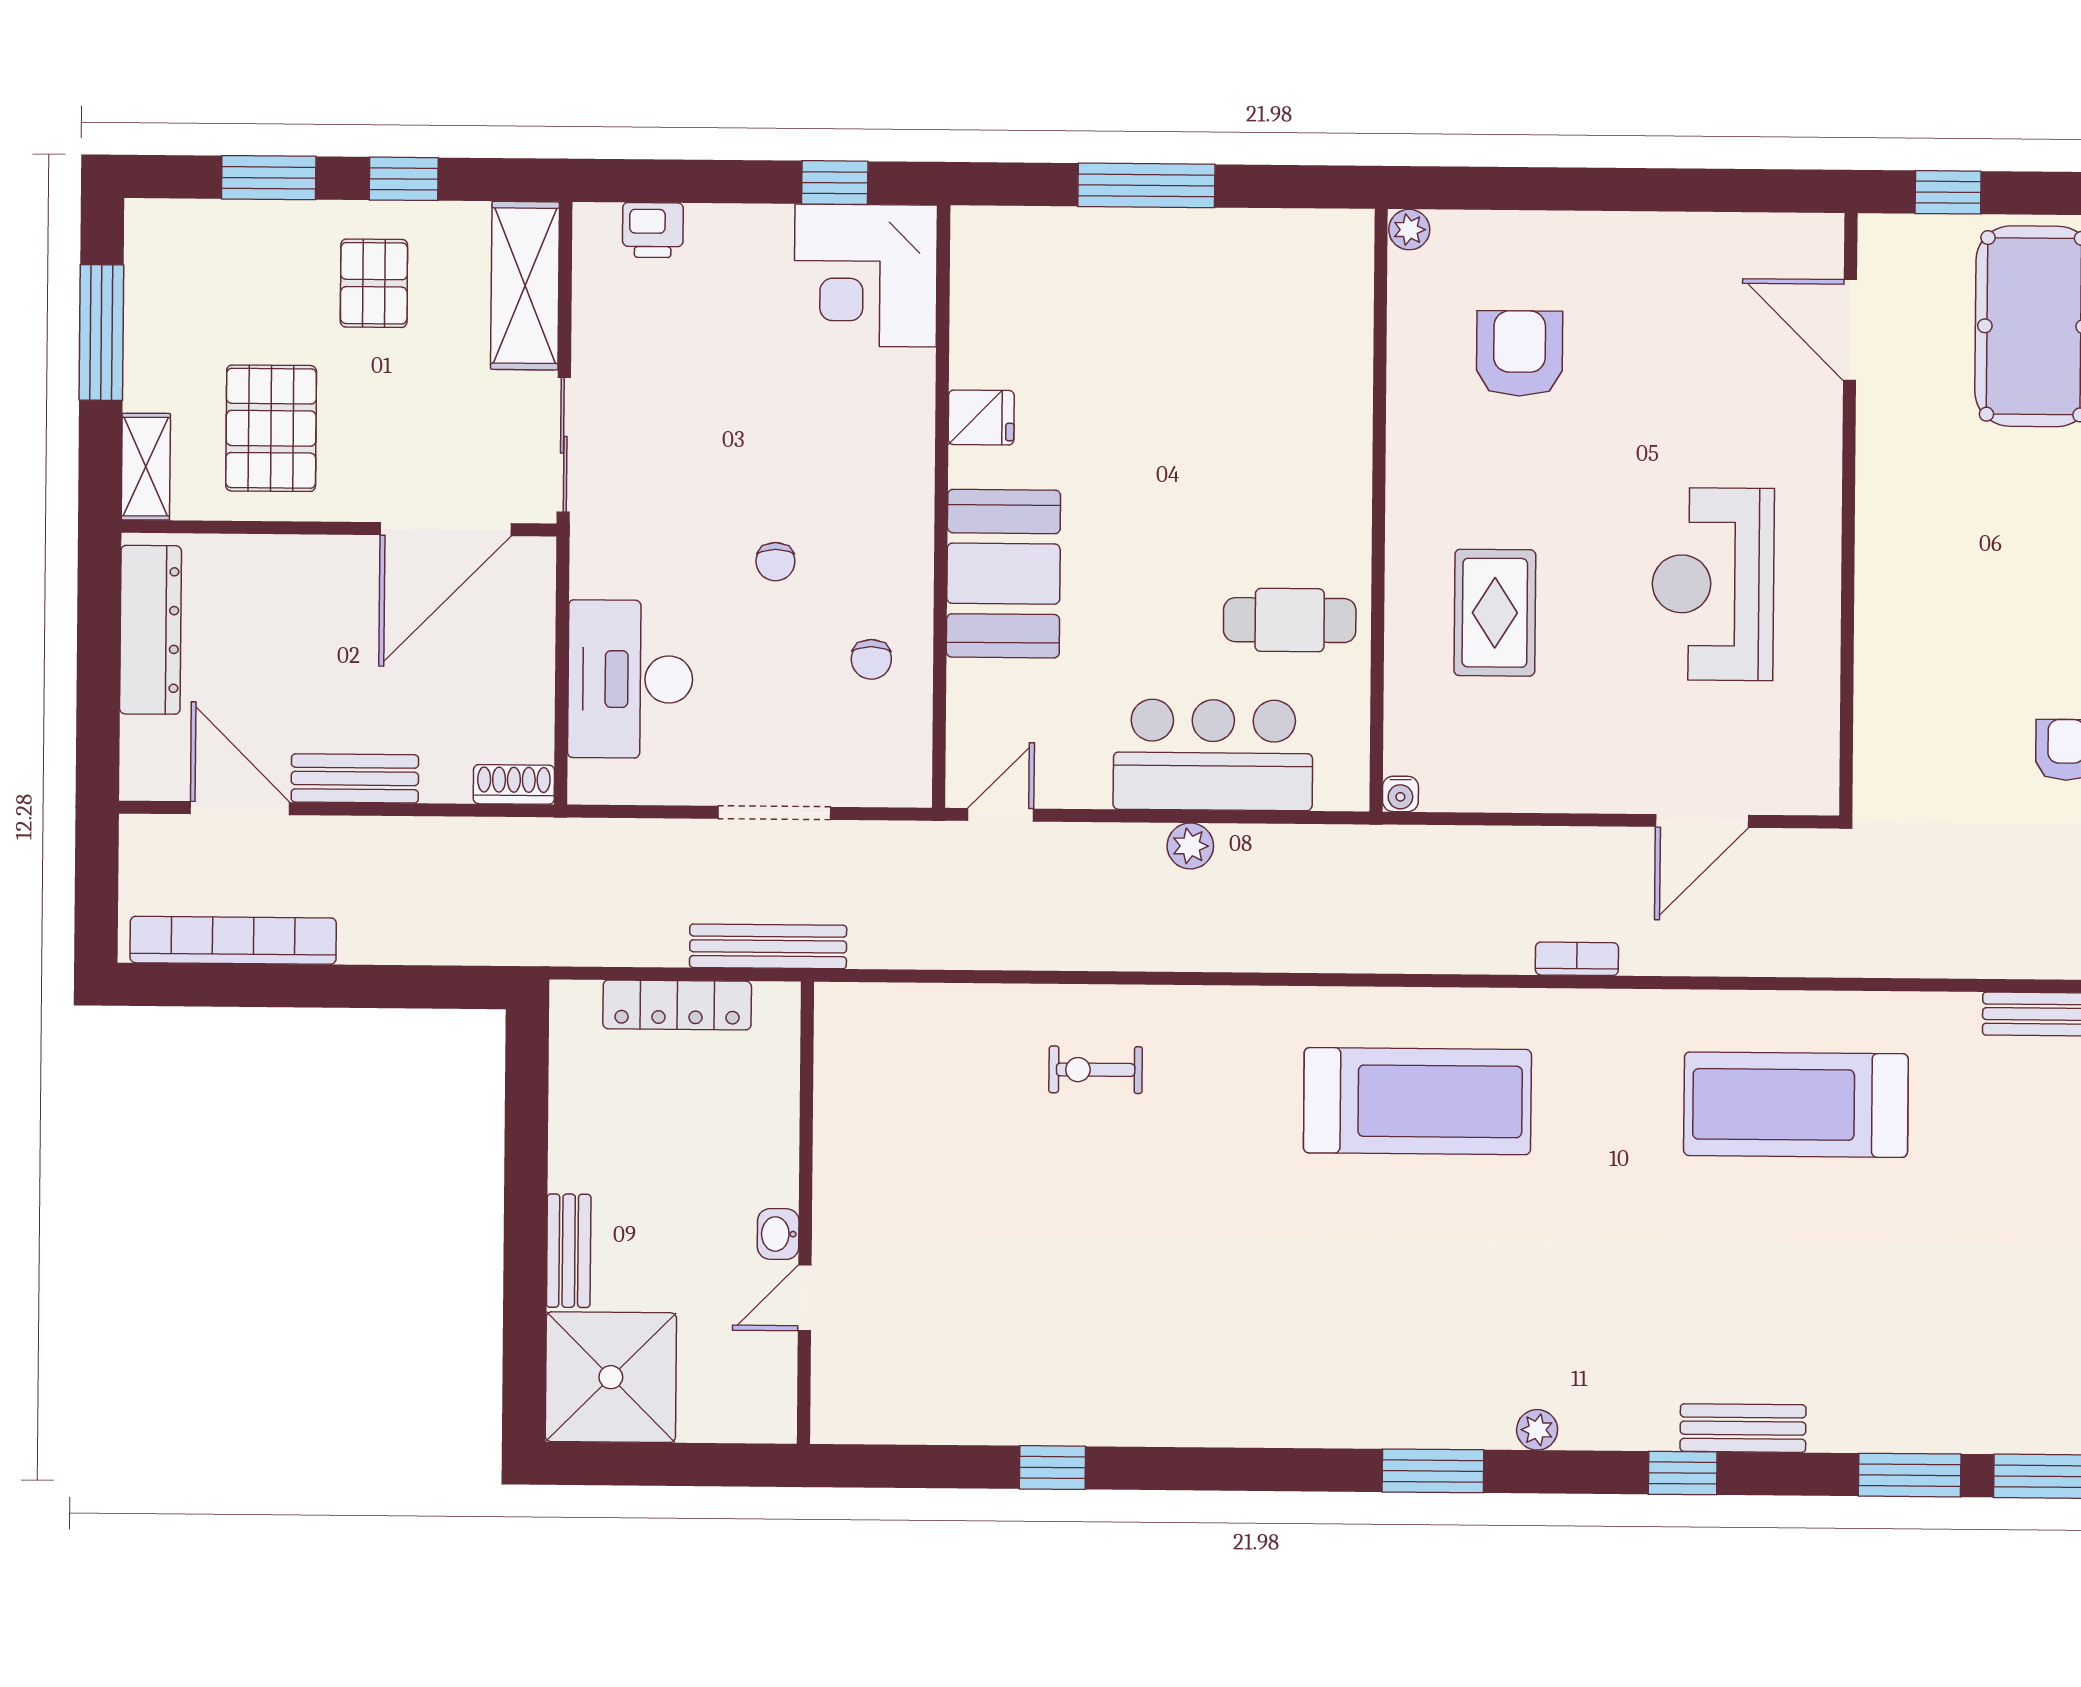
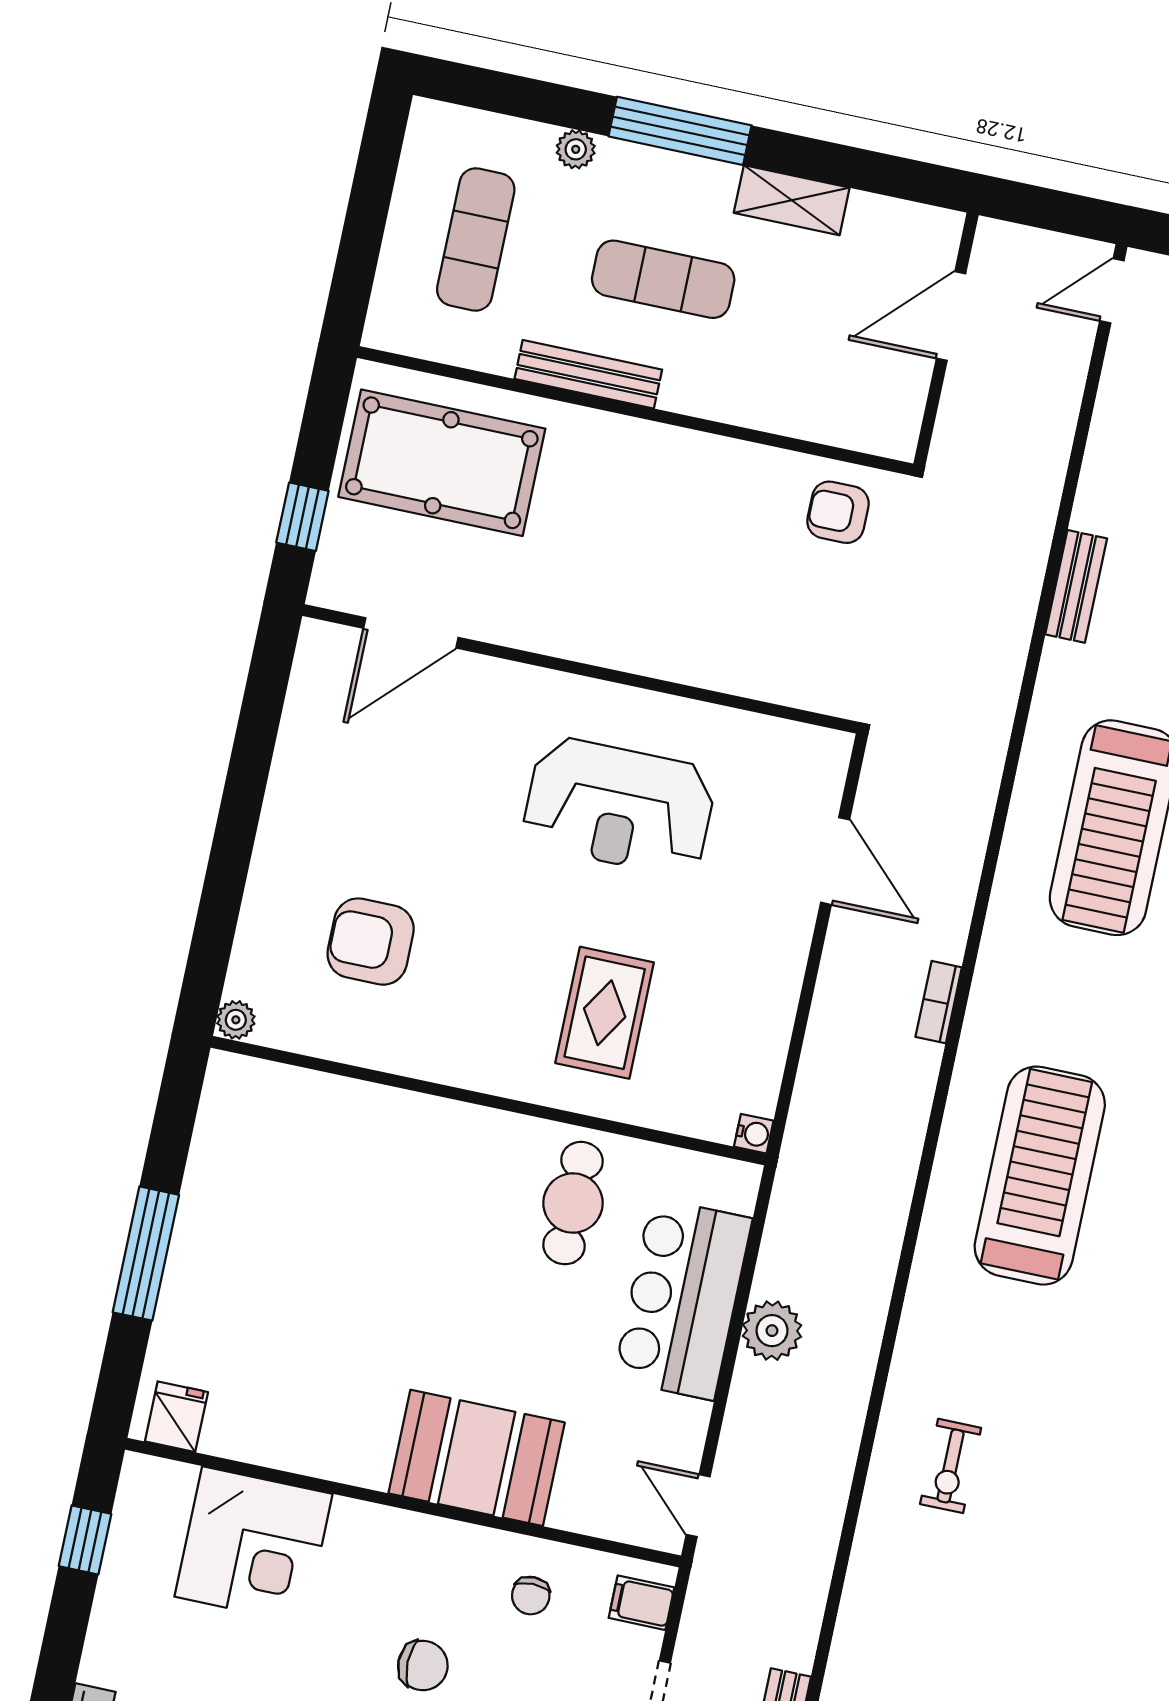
corner desk: (866, 276) -> (253, 1545), moved
fridge: (981, 417) -> (176, 1417), moved
chair: (775, 562) -> (423, 1666), width x1.37, depth x1.37
rug: (1495, 613) -> (605, 1013), turned 90
chair: (871, 659) -> (531, 1596), turned 90
filing cabinet: (887, 776) -> (642, 1603), added
plant: (1190, 846) -> (772, 1331), width x1.38, depth x1.38

